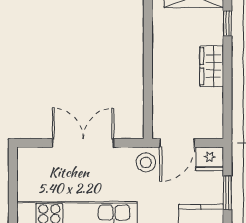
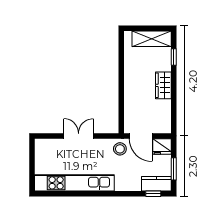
double door: (83, 143) -> (79, 136), width x0.73
door: (177, 143) -> (141, 136), hinge flipped

